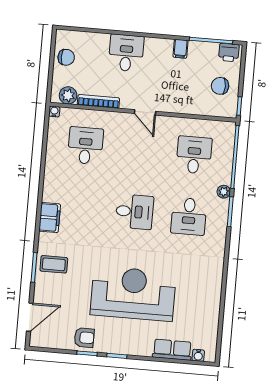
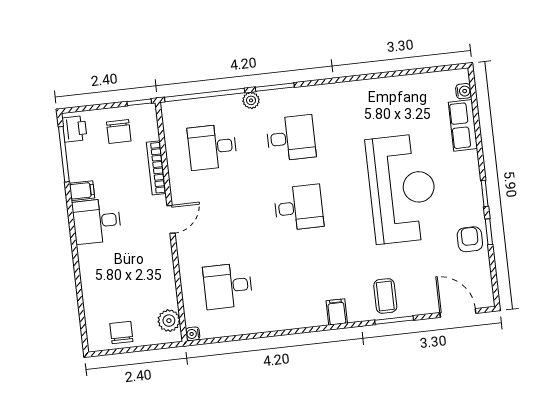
desk: (126, 53) -> (97, 221), moved
bookcase: (98, 101) -> (156, 168), moved
desk: (134, 212) -> (299, 208), turned 90
filing cabinet: (50, 218) -> (337, 312), width x0.50
reception desk: (133, 294) -> (402, 189), turned 180

